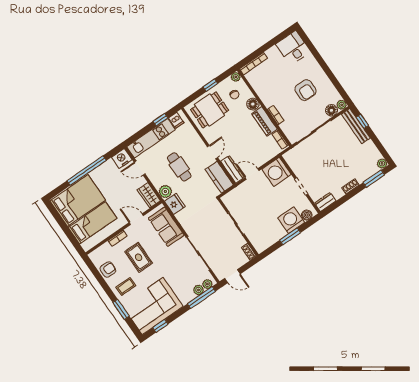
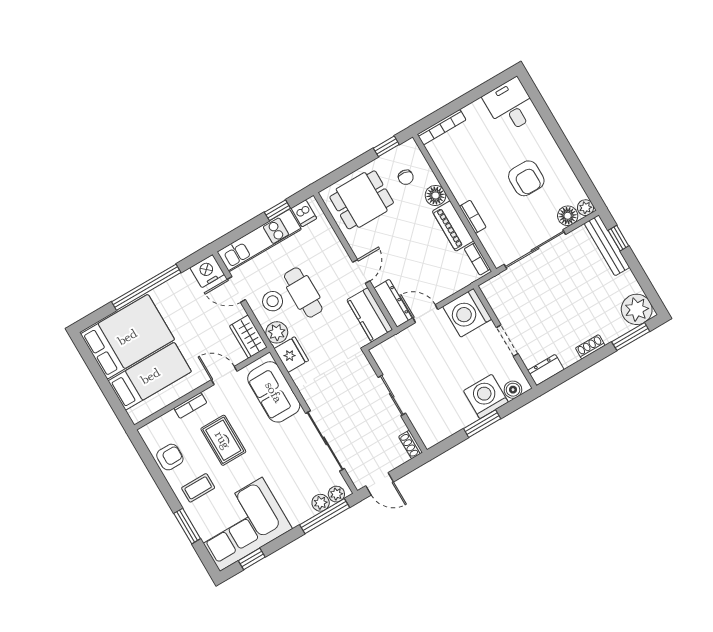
plant: (236, 77) -> (410, 147), removed
window: (210, 85) -> (386, 146), moved
plant: (382, 164) -> (637, 309), width x1.88, depth x1.88
stool: (162, 173) -> (273, 301), added

